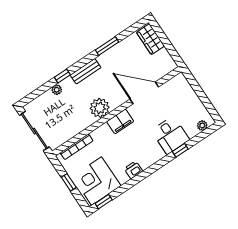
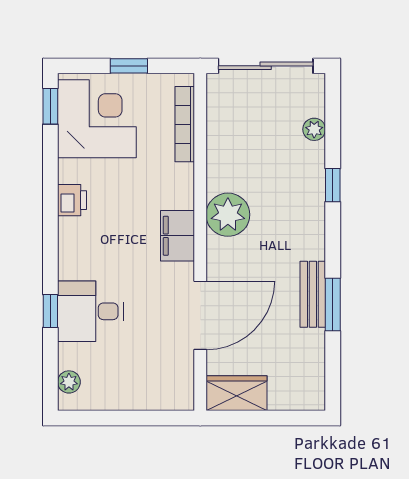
wardrobe: (150, 39) -> (236, 393), moved
bench: (86, 71) -> (313, 294), moved
plant: (57, 90) -> (314, 129), moved

